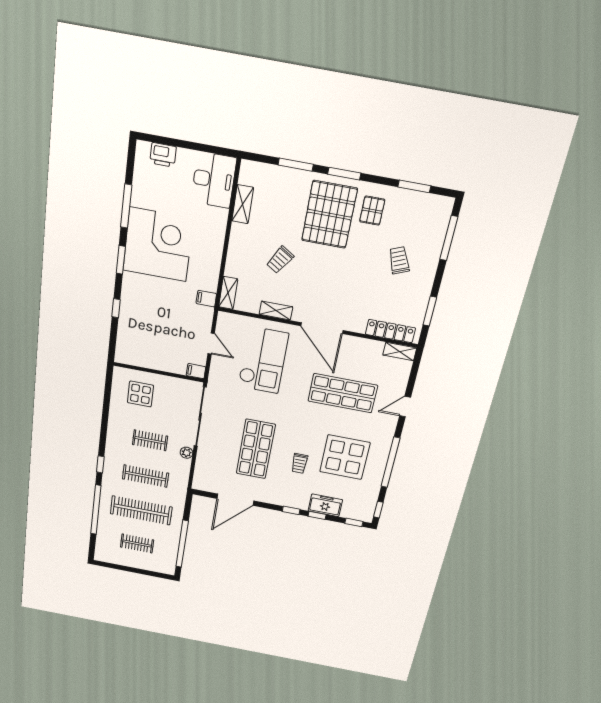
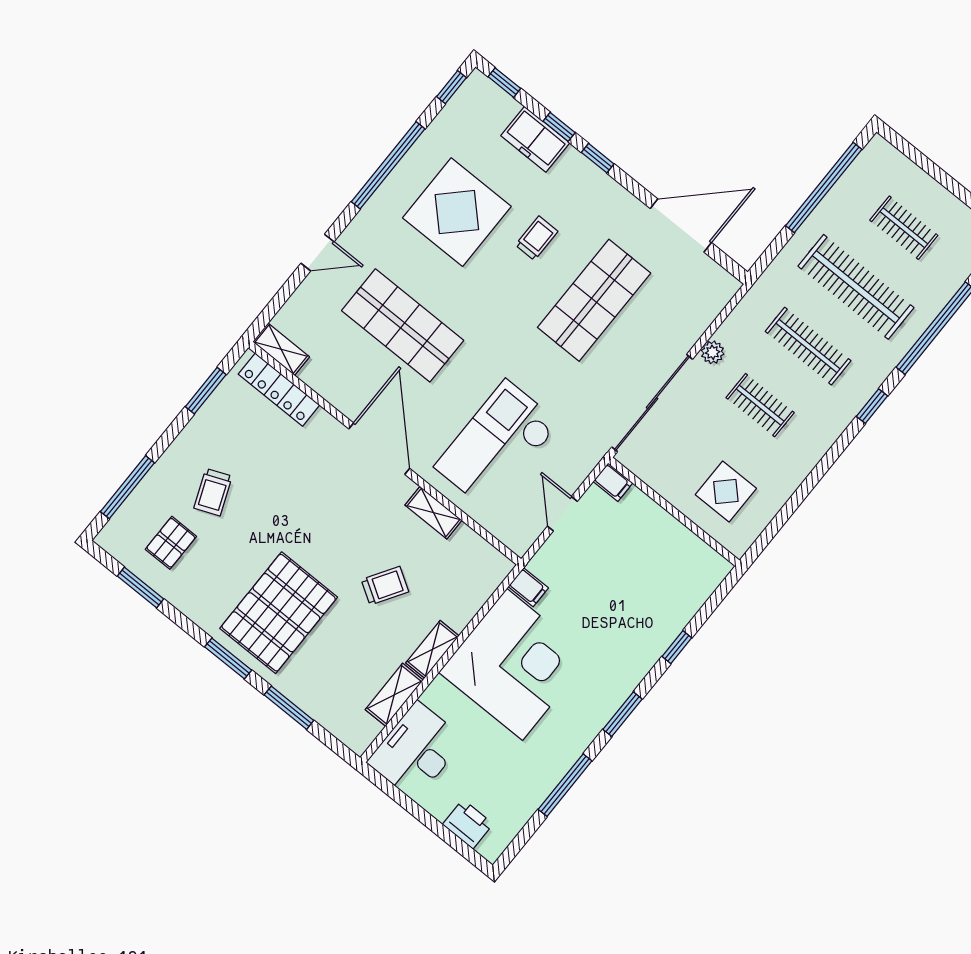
pallet: (372, 211) -> (171, 543), moved
corner desk: (158, 245) -> (515, 664), moved, turned 180
shelving: (228, 293) -> (432, 649), moved

